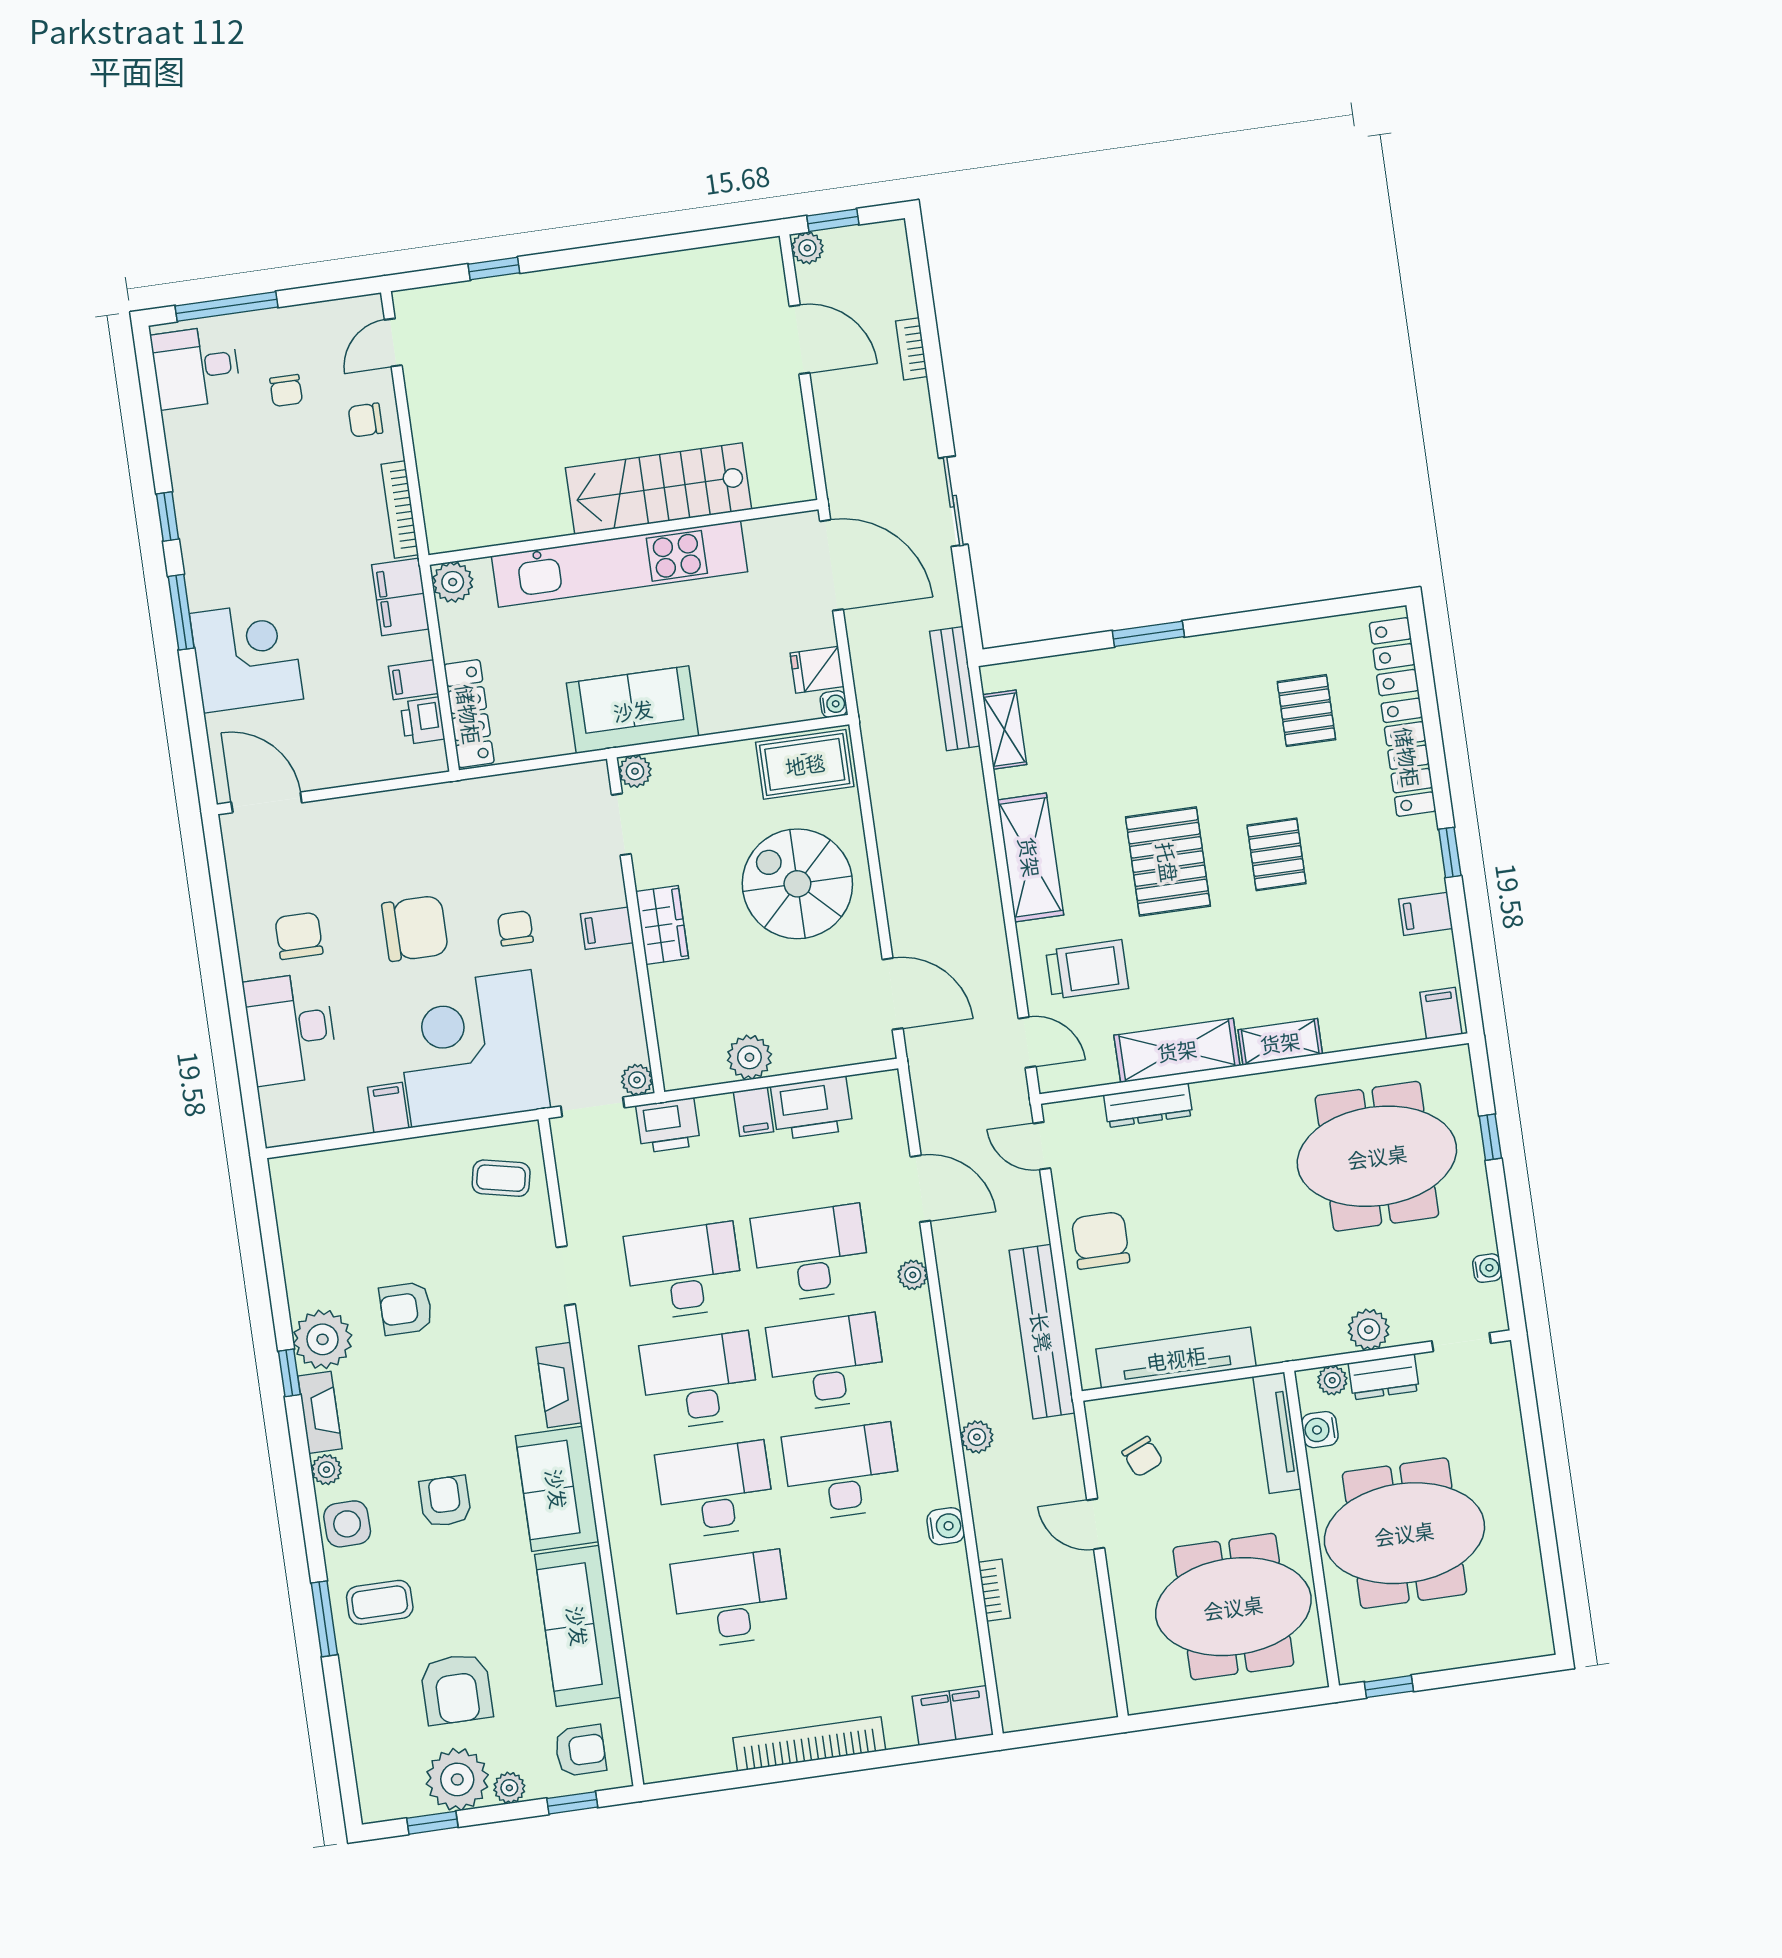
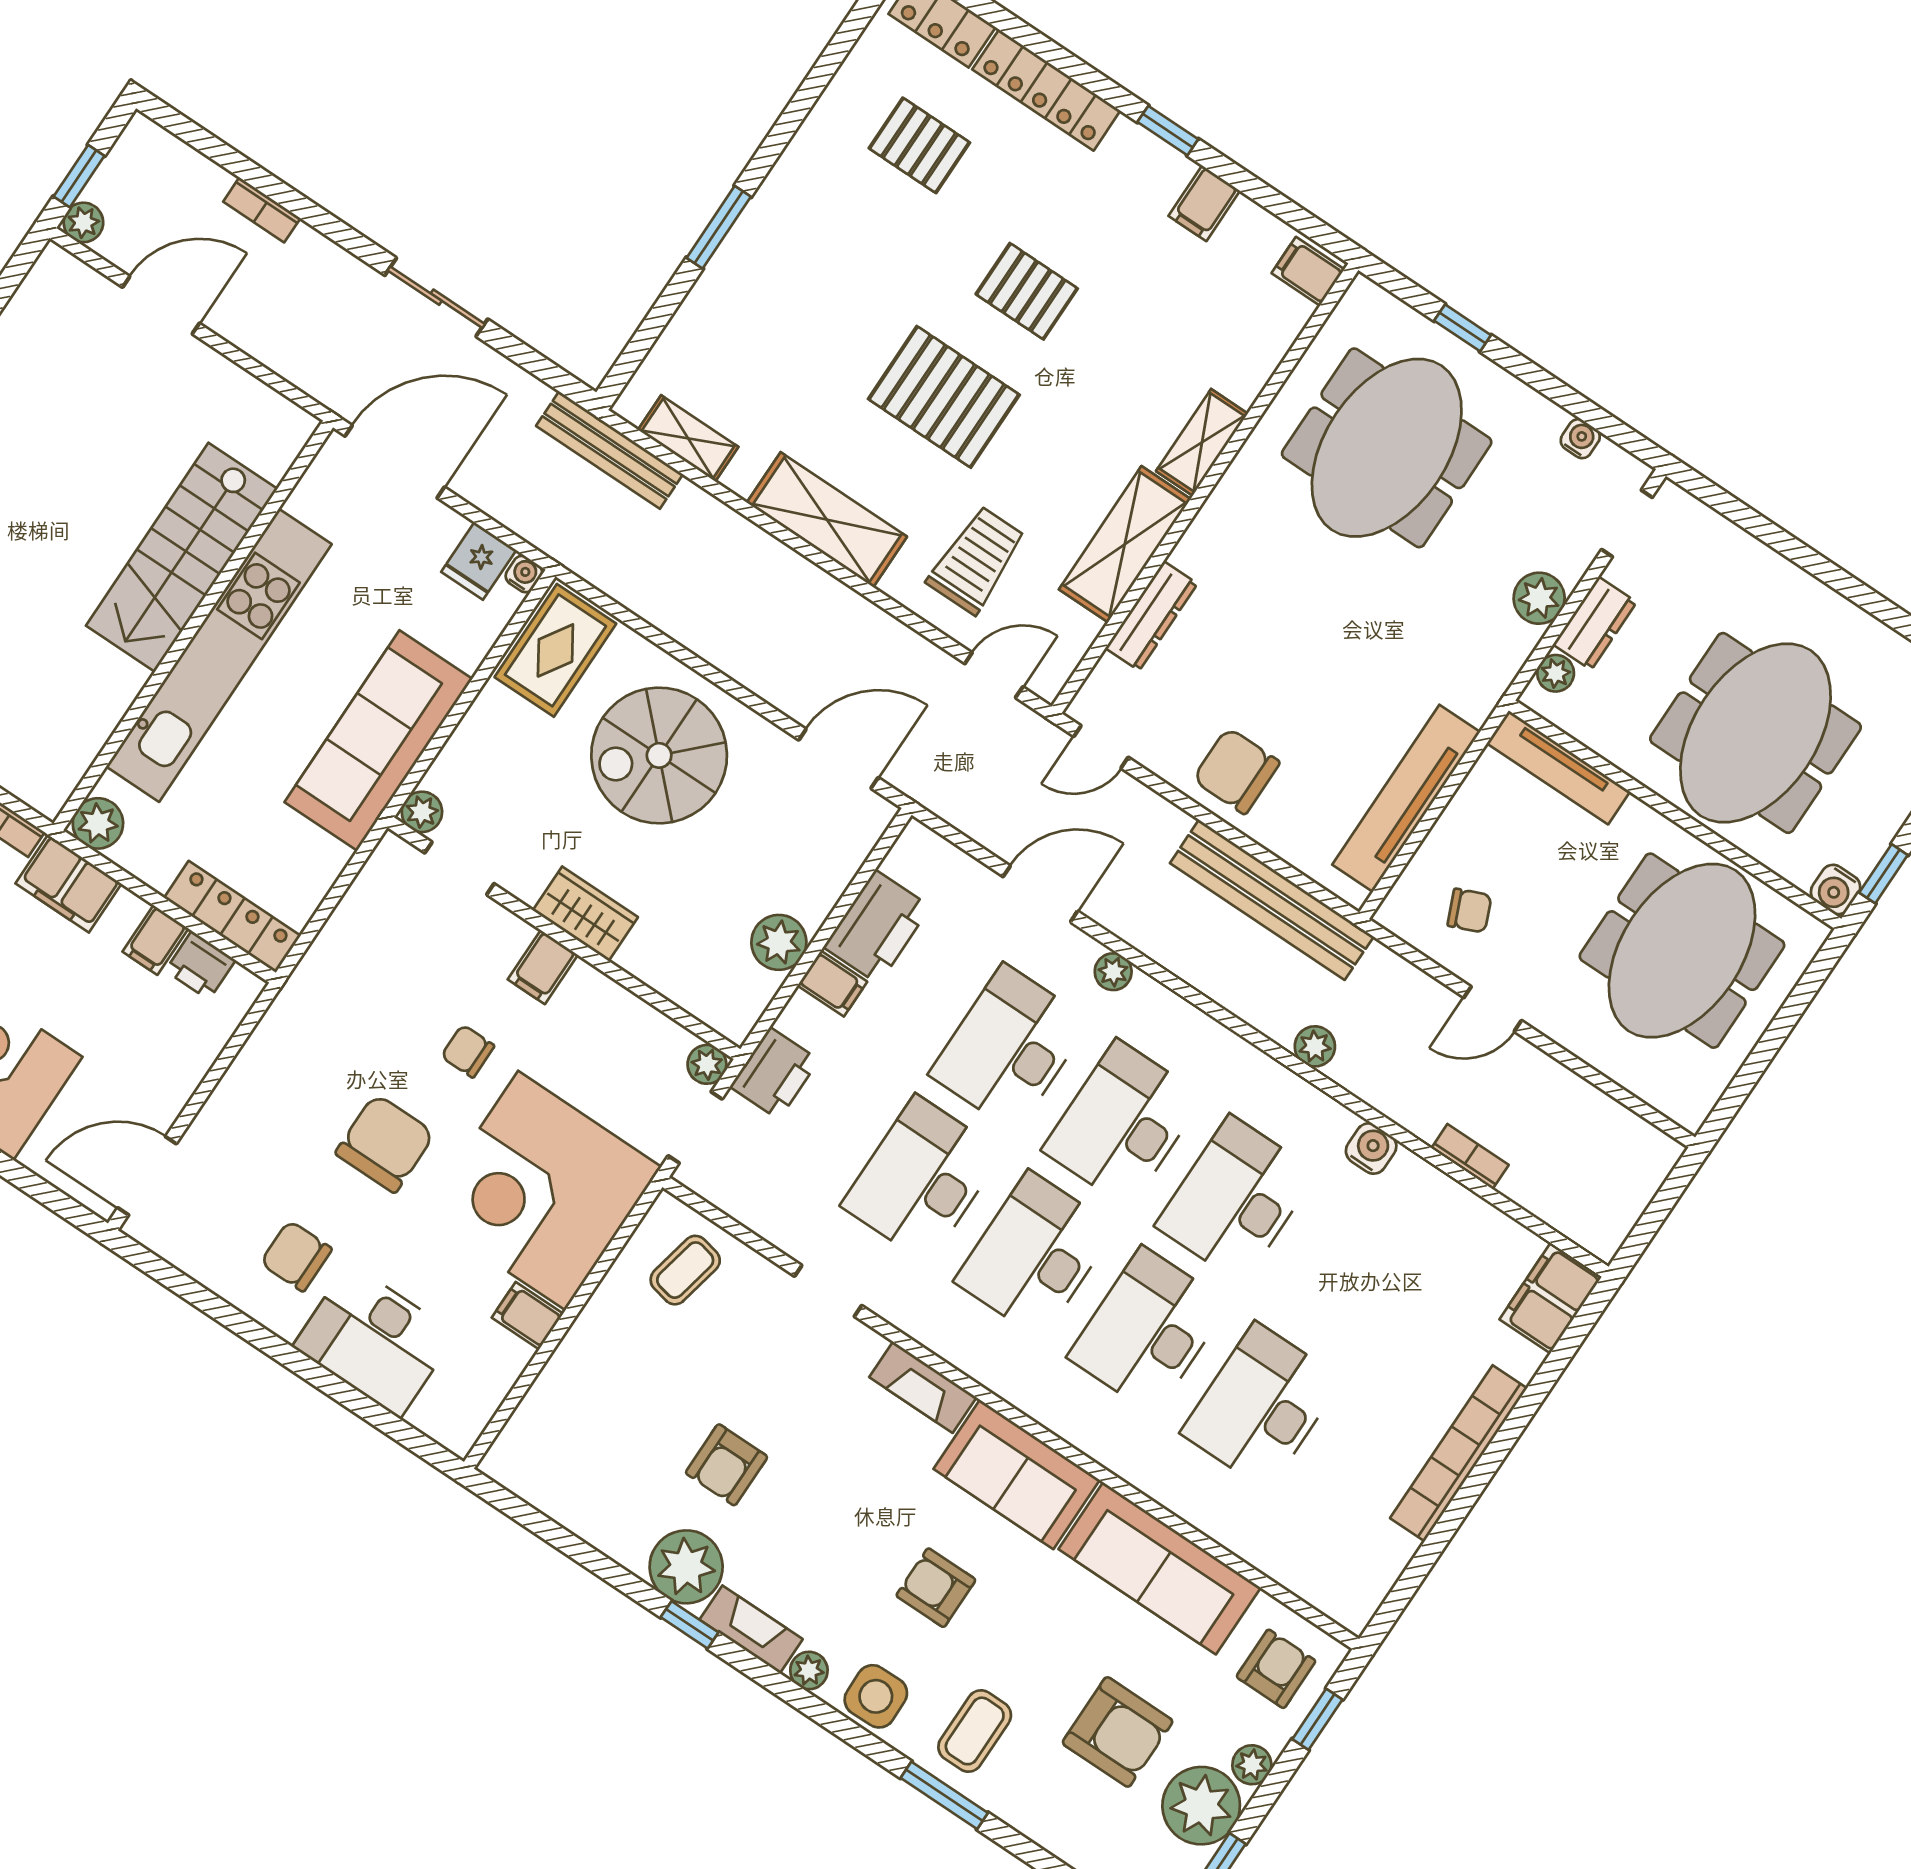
sofa: (633, 710) -> (378, 741), width x1.36
water cooler: (1320, 1430) -> (1836, 889), moved

